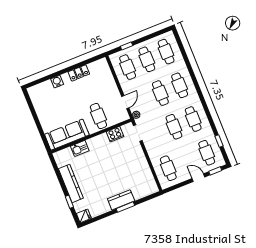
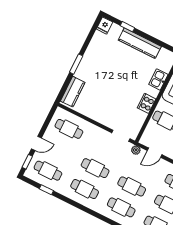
door: (125, 102) -> (155, 153), hinge flipped
cooker: (115, 134) -> (147, 103), moved
kitchen counter: (121, 200) -> (73, 92), moved

